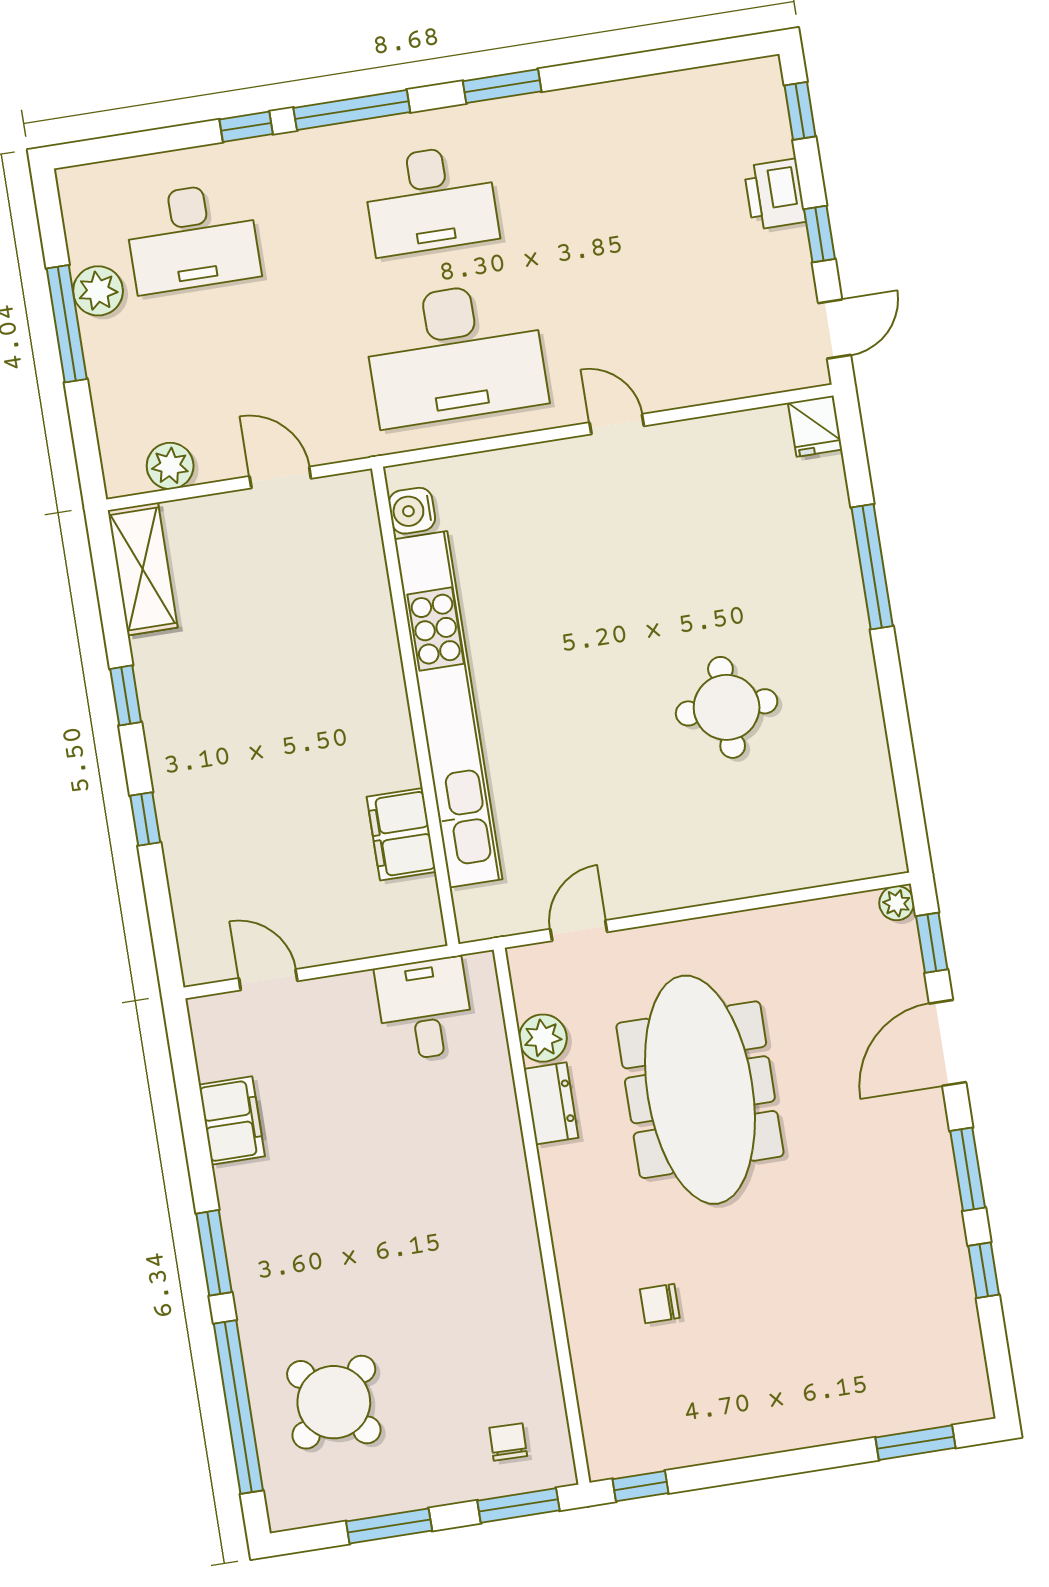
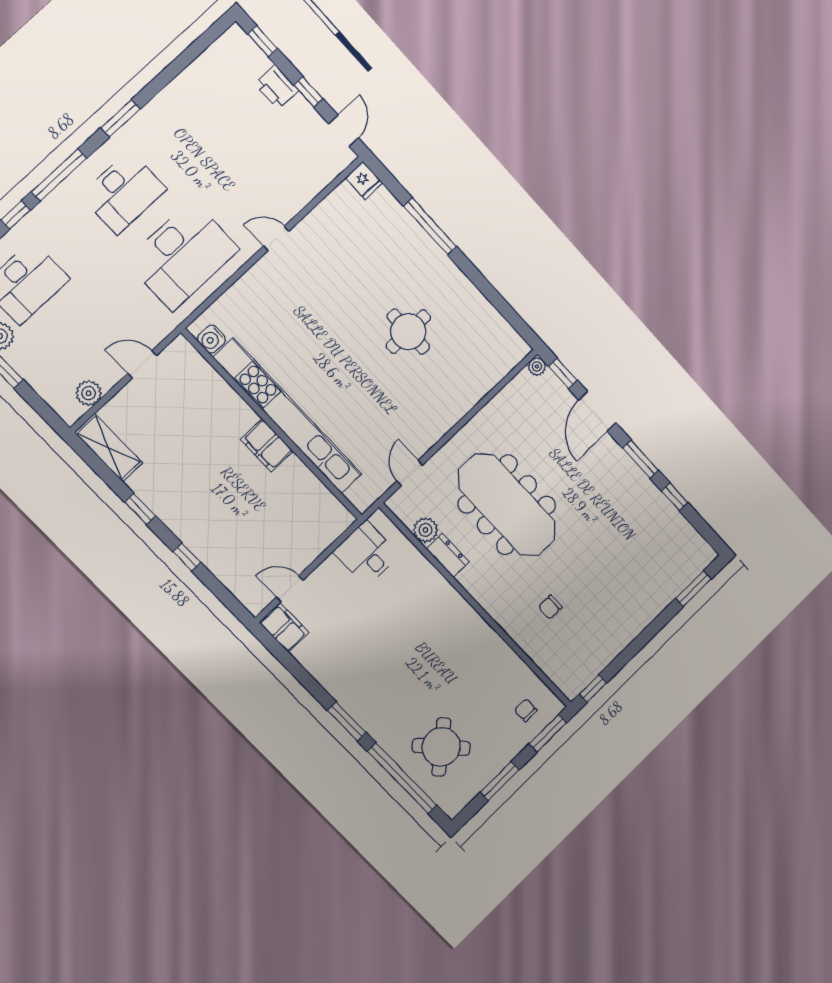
filing cabinet: (401, 834) -> (267, 445), moved
filing cabinet: (232, 1121) -> (284, 628), moved

